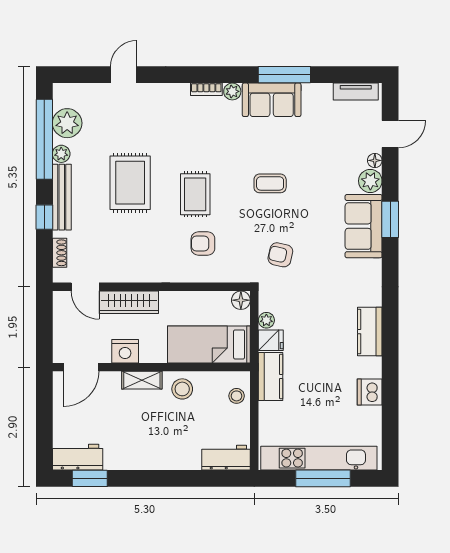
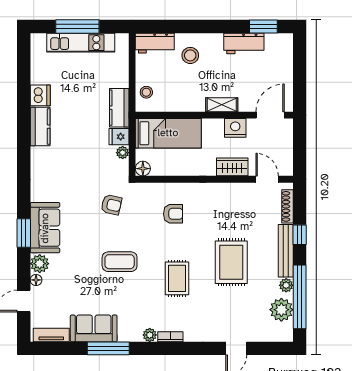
sofa: (272, 100) -> (94, 328), moved
coffee table: (270, 183) -> (120, 262), width x1.36, depth x1.30
rug: (195, 194) -> (177, 278), moved
shoe rack: (60, 253) -> (287, 206), width x1.43
wardrobe: (129, 302) -> (232, 167), width x0.67
kitchen counter: (370, 332) -> (40, 127), moved
stool: (182, 389) -> (190, 55), moved
workbench: (78, 457) -> (244, 43), moved
kitchen unit: (319, 458) -> (81, 43), width x0.73

